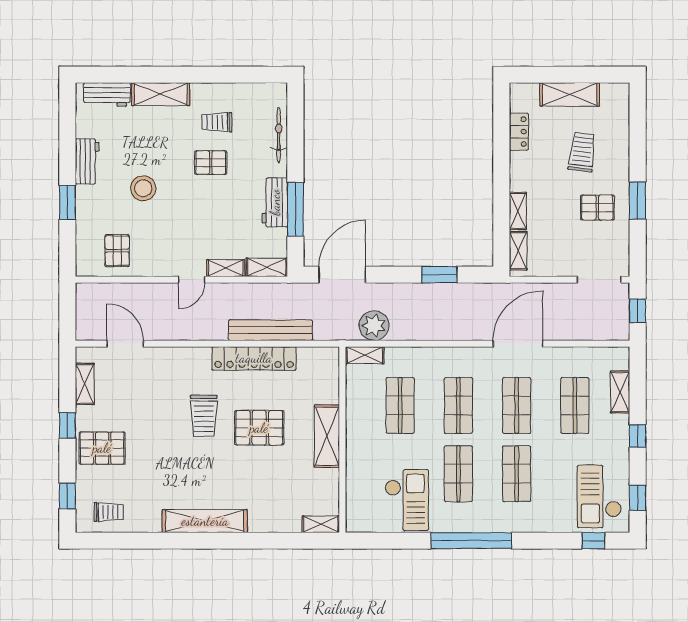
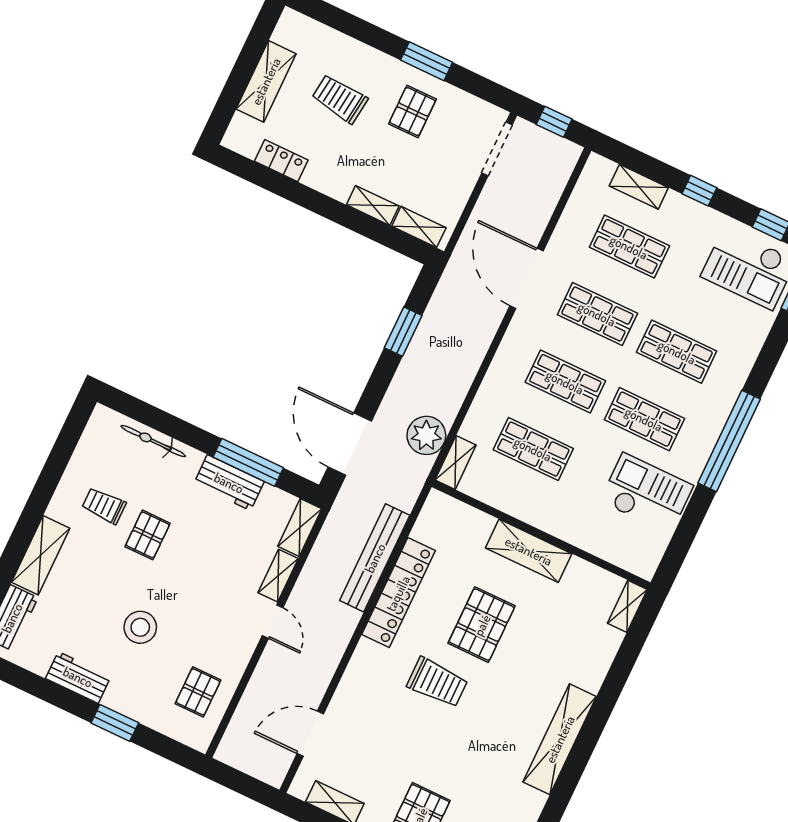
trolley: (217, 122) -> (104, 506), turned 90
pallet: (117, 251) -> (198, 692), turned 90

